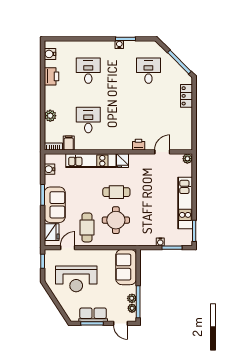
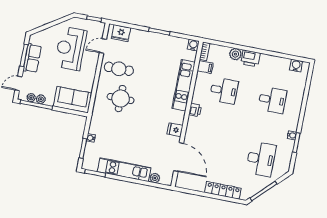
desk: (148, 71) -> (261, 159), width x1.37
printer: (51, 76) -> (250, 58), moved
locker: (187, 96) -> (223, 190), width x1.53
printer: (139, 145) -> (195, 110), moved
door: (162, 152) -> (179, 157), width x1.88
plant: (187, 159) -> (155, 178), moved
fridge: (123, 161) -> (175, 130), moved
water cooler: (49, 169) -> (193, 45), moved
cafe table: (116, 192) -> (148, 104), removed
sofa: (55, 205) -> (147, 42), removed
door: (68, 248) -> (103, 46), swing flipped

